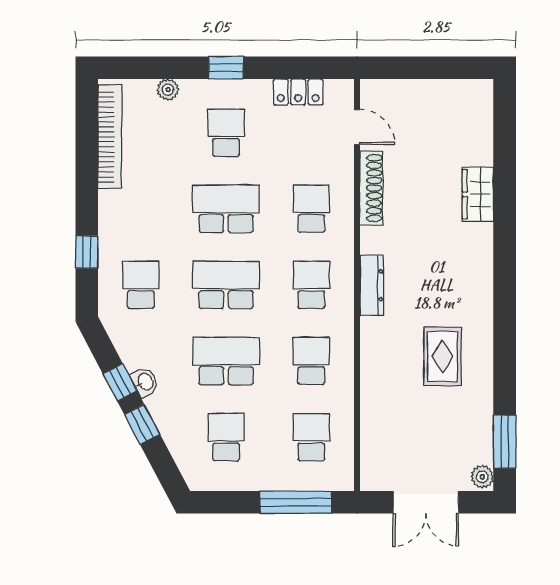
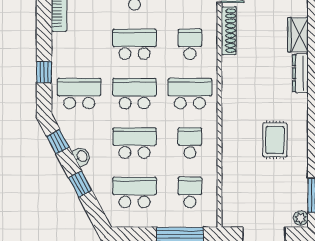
school desk: (141, 285) -> (79, 94), width x1.85
school desk: (311, 285) -> (190, 94), width x1.85
dresser: (372, 285) -> (300, 73), moved, turned 180
window: (120, 382) -> (58, 142), moved
school desk: (226, 437) -> (135, 192), width x1.85

